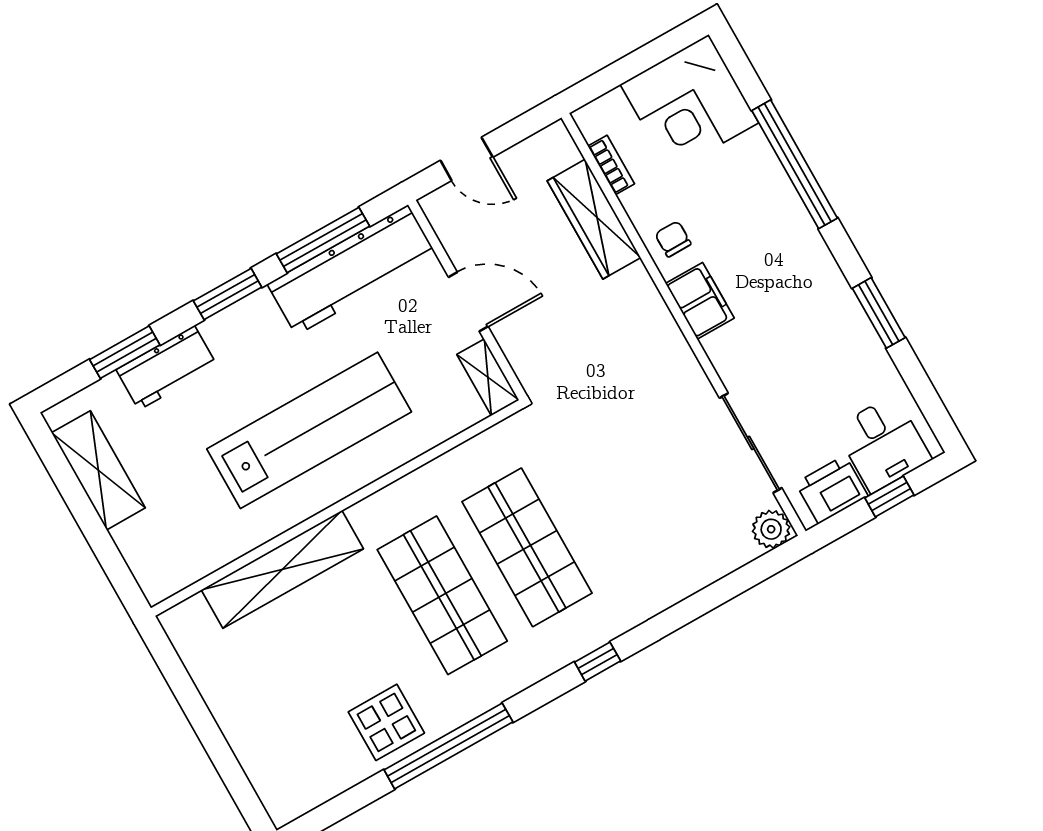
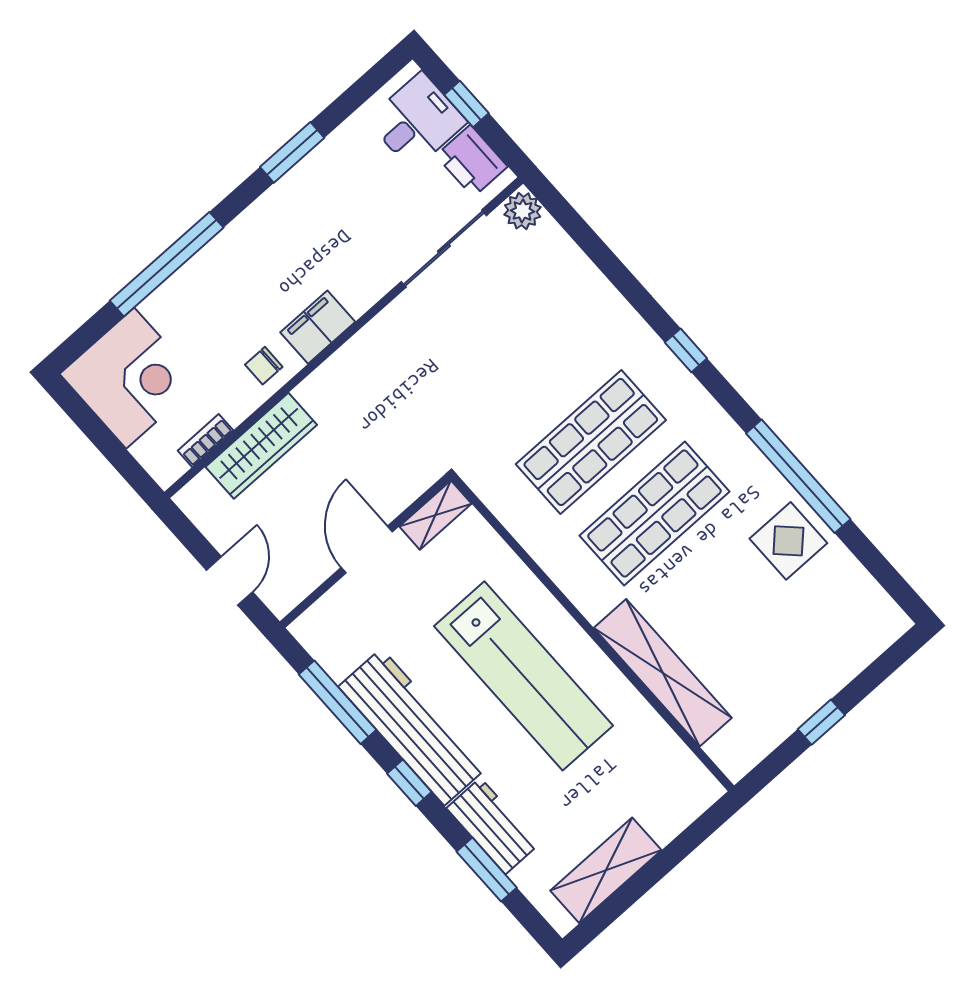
workbench: (352, 270) -> (413, 727), moved
window: (228, 294) -> (409, 783), width x0.67
lab bench: (309, 430) -> (524, 676), turned 180
window: (199, 716) -> (821, 722), added

